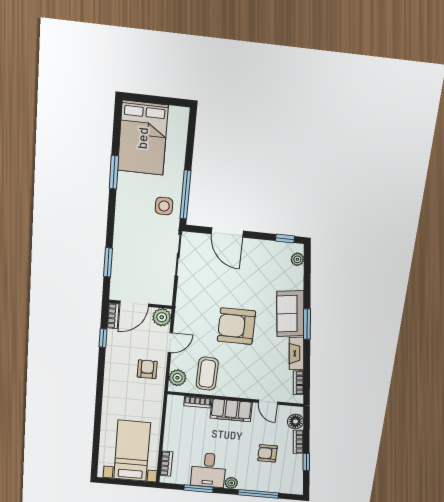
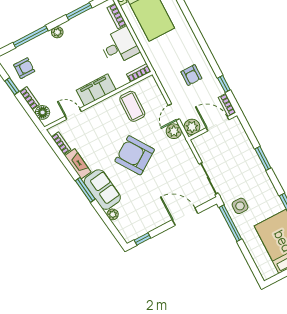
plant: (297, 259) -> (113, 214), moved
window: (108, 262) -> (263, 158), moved
door: (134, 304) -> (218, 124), hinge flipped
armchair: (236, 326) -> (135, 155), turned -124
armchair: (147, 369) -> (191, 75), moved
plant: (177, 378) -> (174, 131), moved
bookcase: (197, 402) -> (139, 73), moved
armchair: (268, 453) -> (24, 68), moved
desk: (208, 470) -> (120, 46), moved, turned 90

